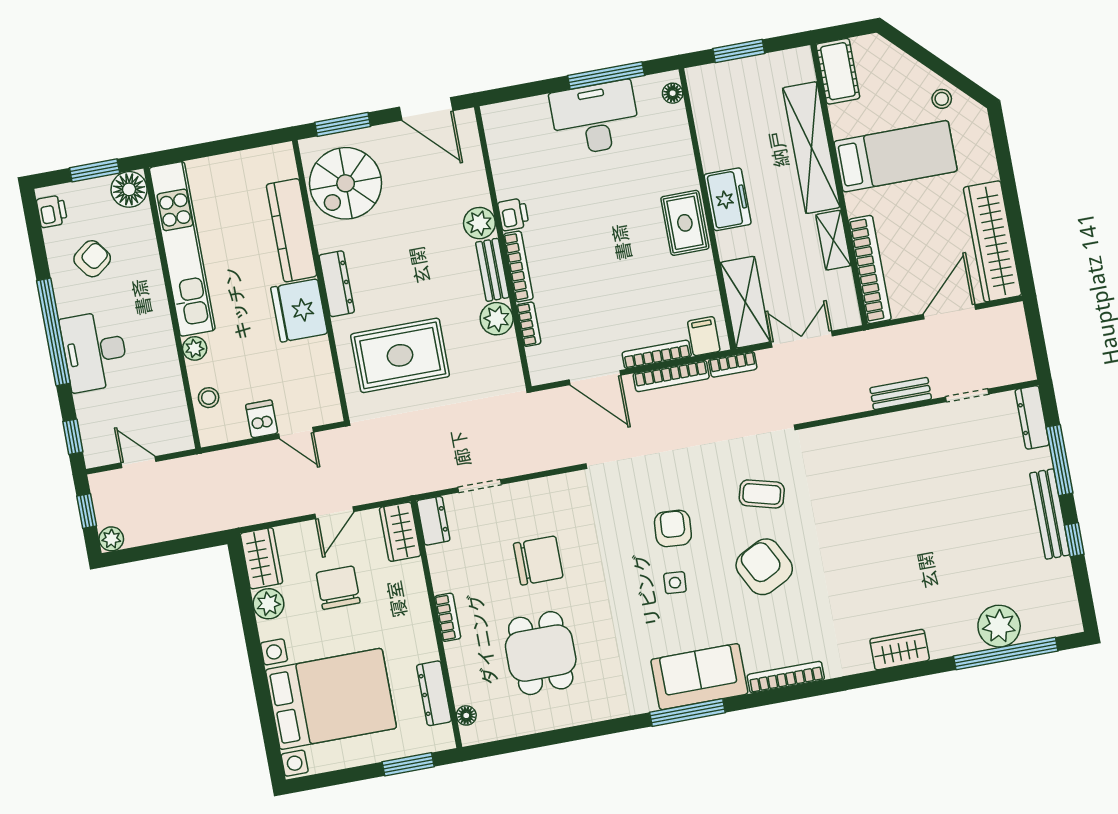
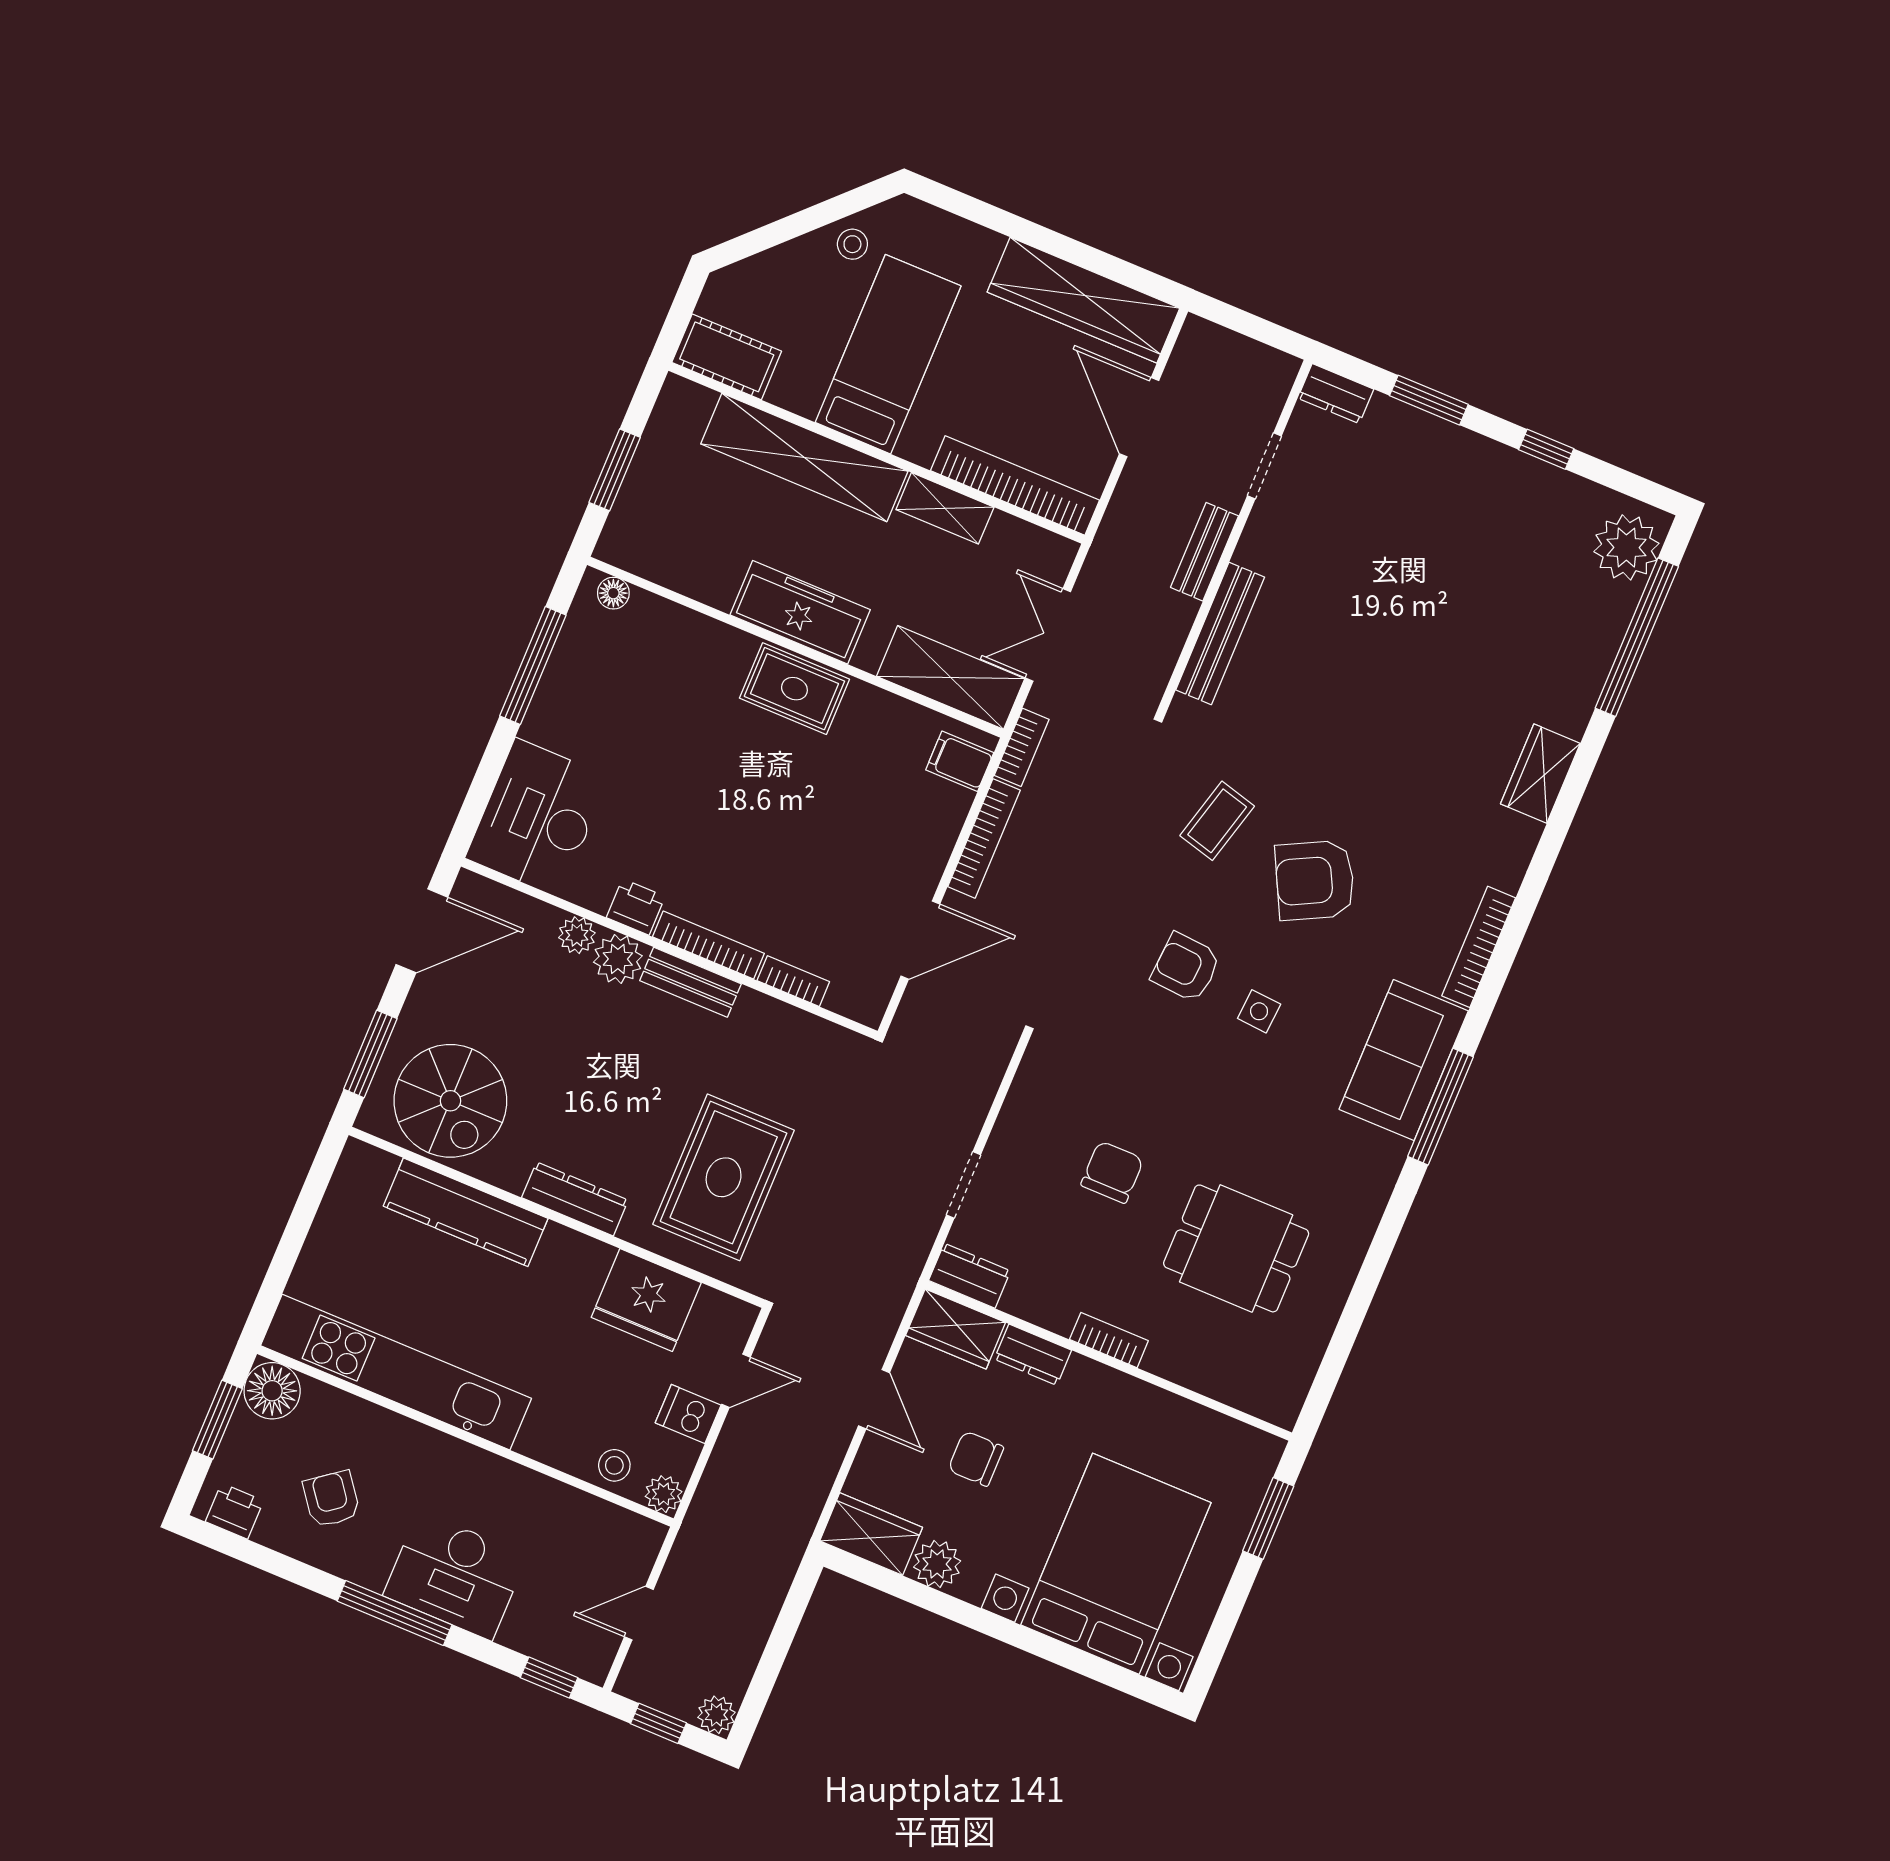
desk: (595, 118) -> (537, 817), moved
freezer: (728, 199) -> (800, 612), width x1.40
fridge: (299, 310) -> (646, 1300), moved
plant: (497, 319) -> (577, 935), moved, width x0.73, depth x0.73
window: (53, 332) -> (395, 1613), width x0.68
plant: (195, 348) -> (664, 1494), moved
bookcase: (657, 354) -> (943, 839), removed
dresser: (1032, 417) -> (1336, 394), width x0.70
window: (1060, 460) -> (1429, 400), width x0.69
bench: (1050, 514) -> (1220, 634), moved, turned 90
chair: (538, 560) -> (1112, 1172), width x0.73, depth x0.73
chair: (338, 588) -> (976, 1459), width x0.73, depth x0.73
plant: (999, 626) -> (1626, 547), moved
dresser: (434, 693) -> (1033, 1355), moved, width x0.70
floor lamp: (466, 715) -> (1254, 1400), removed

